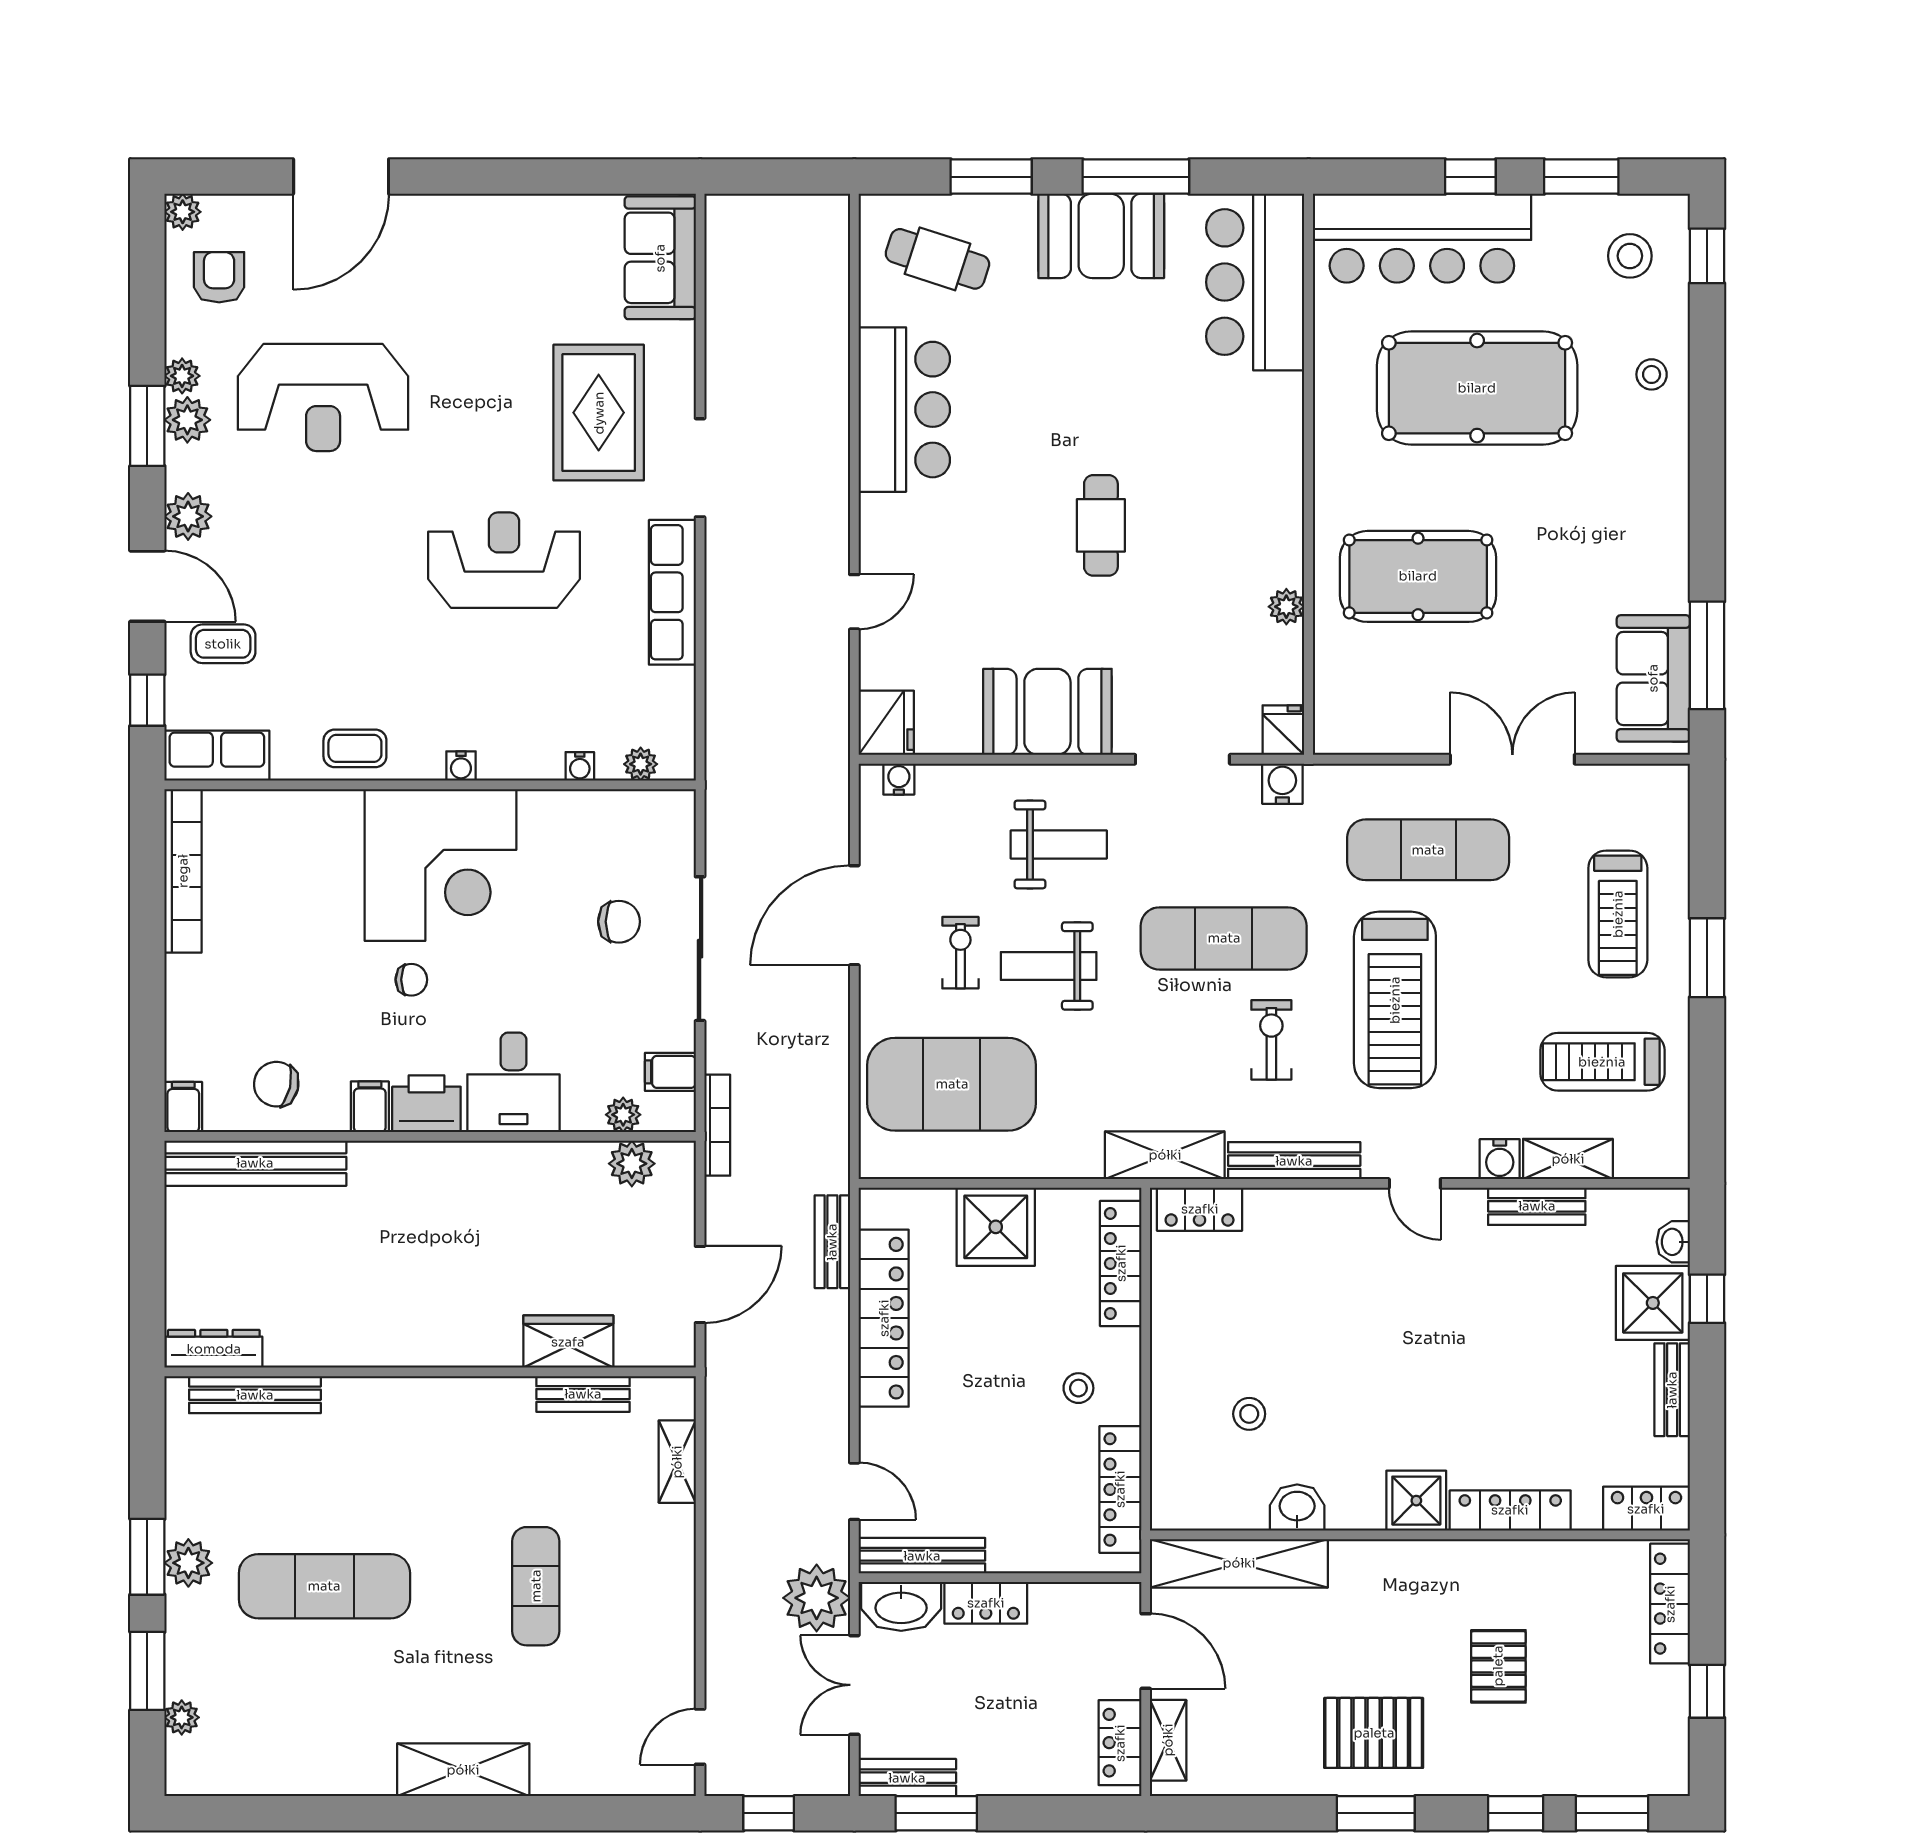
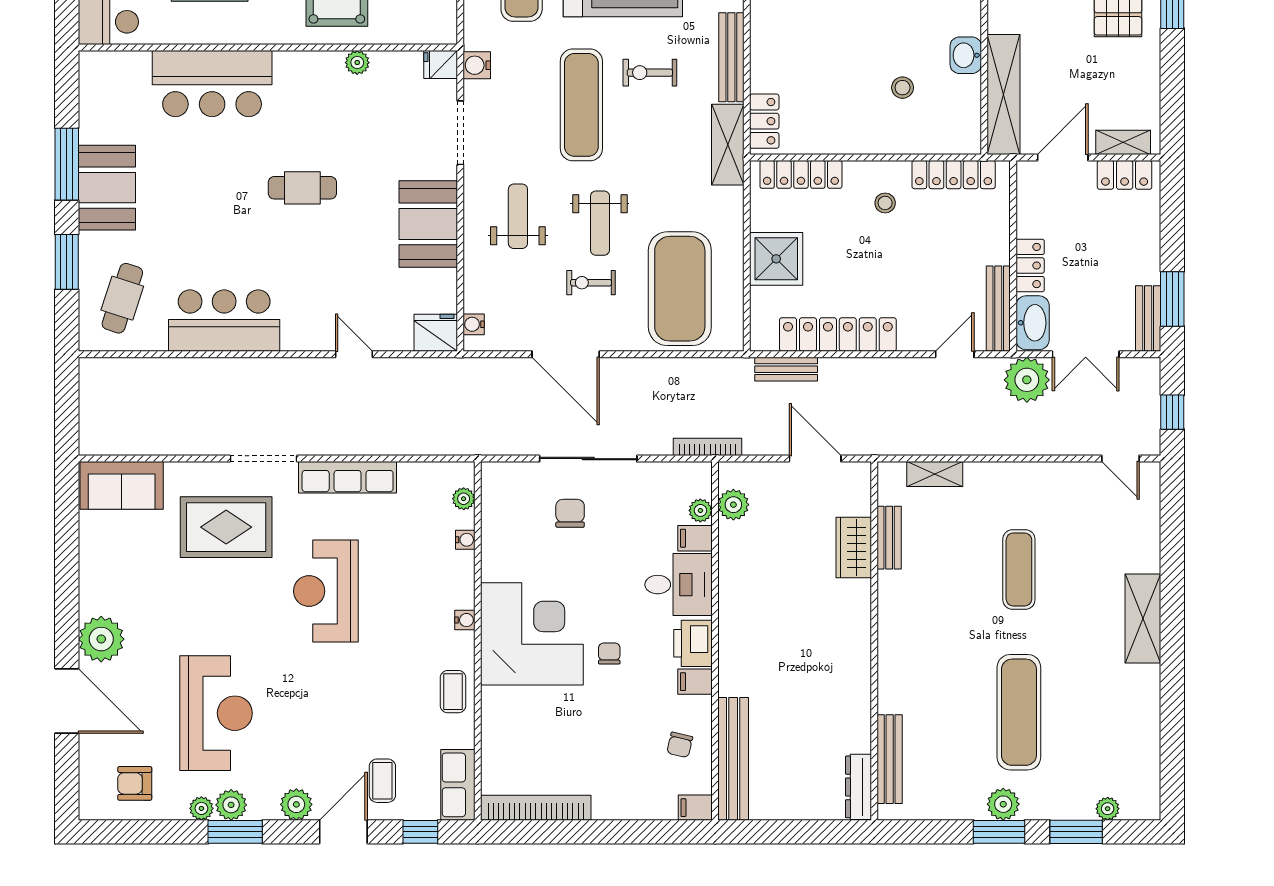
plant: (183, 212) -> (101, 639), moved, width x1.87, depth x1.87
bar counter: (1255, 282) -> (212, 84), moved
filing cabinet: (670, 1072) -> (695, 538), moved, turned 90
chair: (276, 1084) -> (680, 745), width x0.73, depth x0.73
exercise mat: (536, 1586) -> (1019, 569), turned 90

